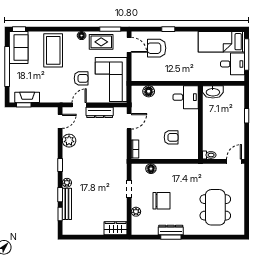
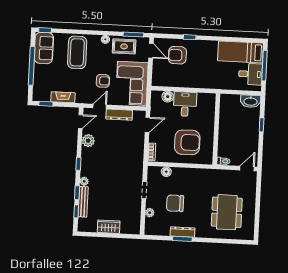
washbasin: (213, 92) -> (251, 101), moved
fireplace: (27, 97) -> (63, 97), moved
desk: (186, 97) -> (185, 104), moved, turned -90
armchair: (171, 137) -> (187, 142), width x1.88, depth x1.88
chair: (162, 201) -> (175, 203), turned 180
wardrobe: (115, 228) -> (109, 227), moved

